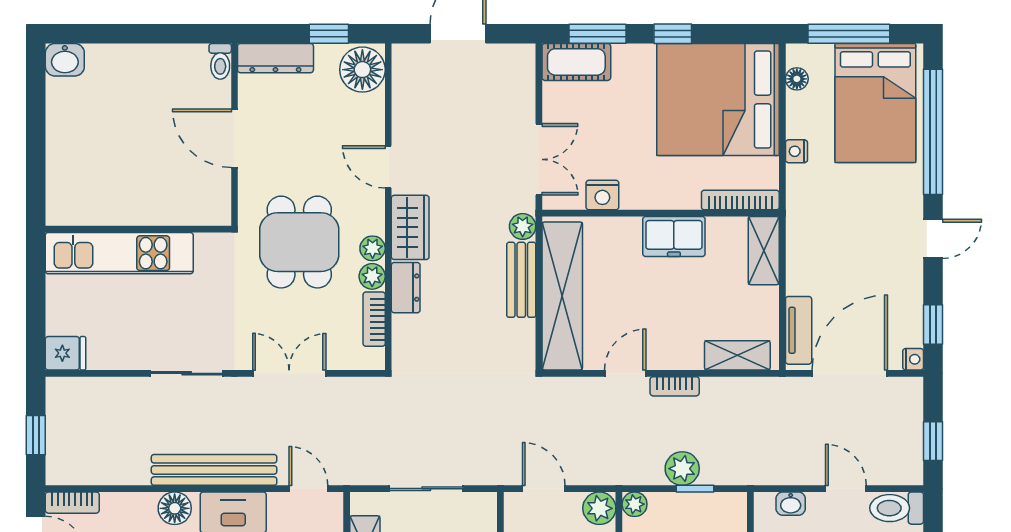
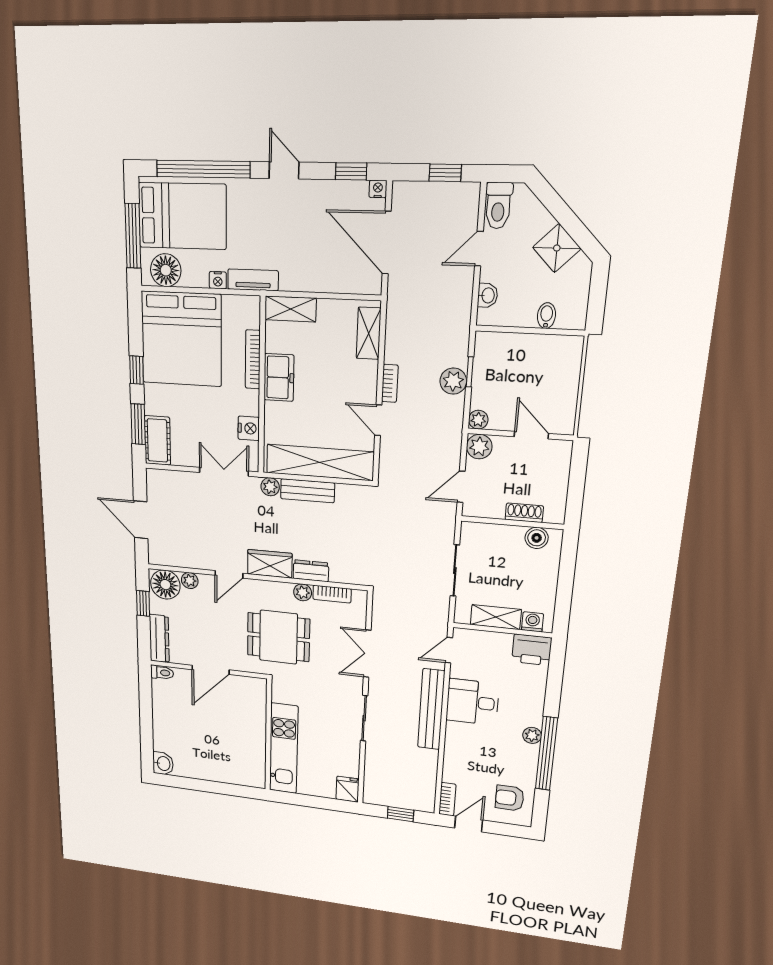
floor lamp: (797, 79) -> (166, 270), width x1.89, depth x1.89
bookcase: (740, 200) -> (253, 359), moved
plant: (373, 248) -> (190, 581), moved
tv unit: (799, 330) -> (253, 280), moved
floor lamp: (175, 508) -> (456, 737), removed

